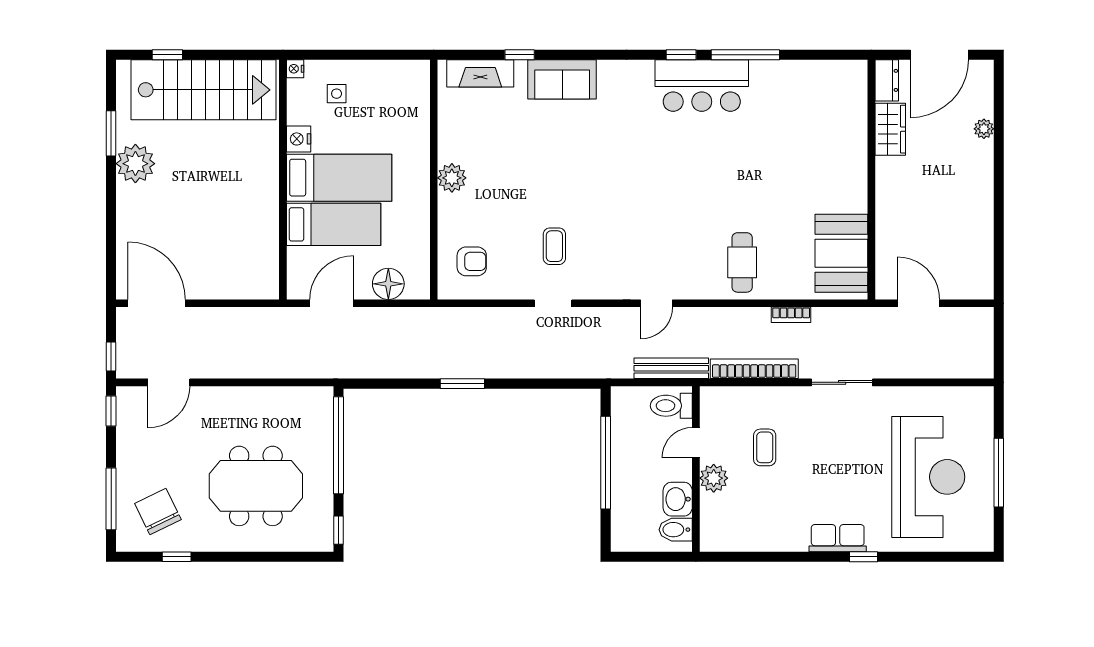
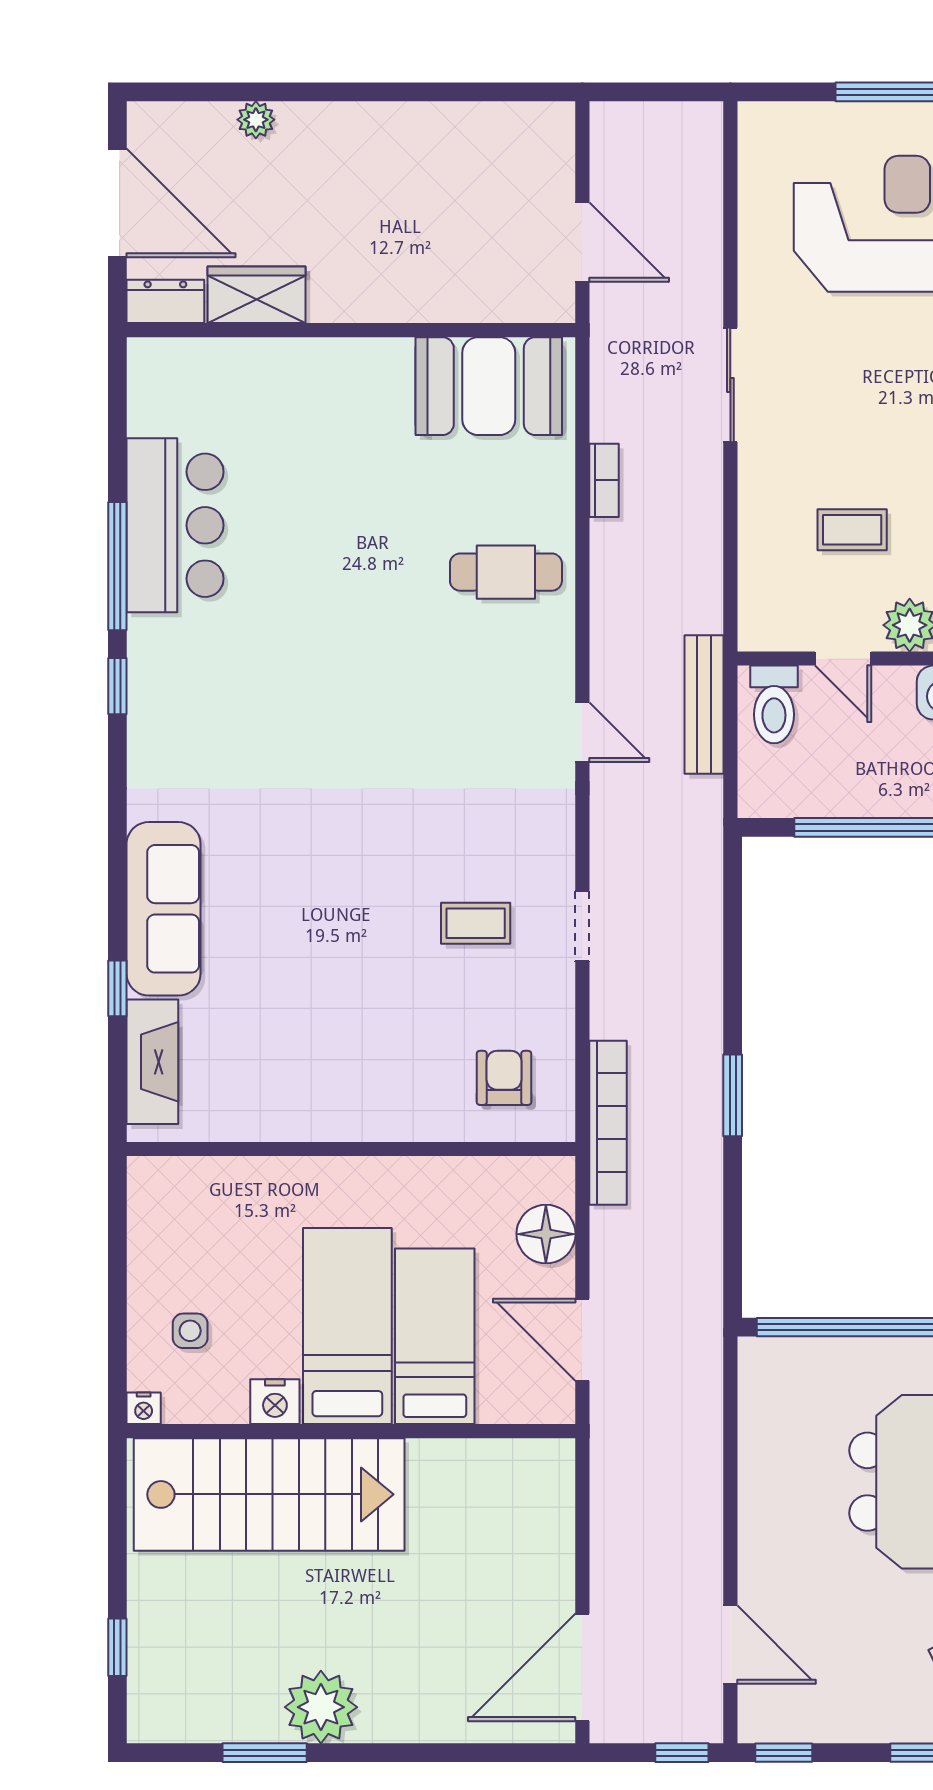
sofa: (562, 79) -> (164, 909), width x1.36
bar counter: (702, 86) -> (175, 525), moved
stairs: (204, 90) -> (269, 1494), moved, turned 90
plant: (452, 178) -> (348, 1115), removed
door: (918, 303) -> (582, 242), swing flipped
bookcase: (754, 369) -> (608, 1123), moved, turned 180

